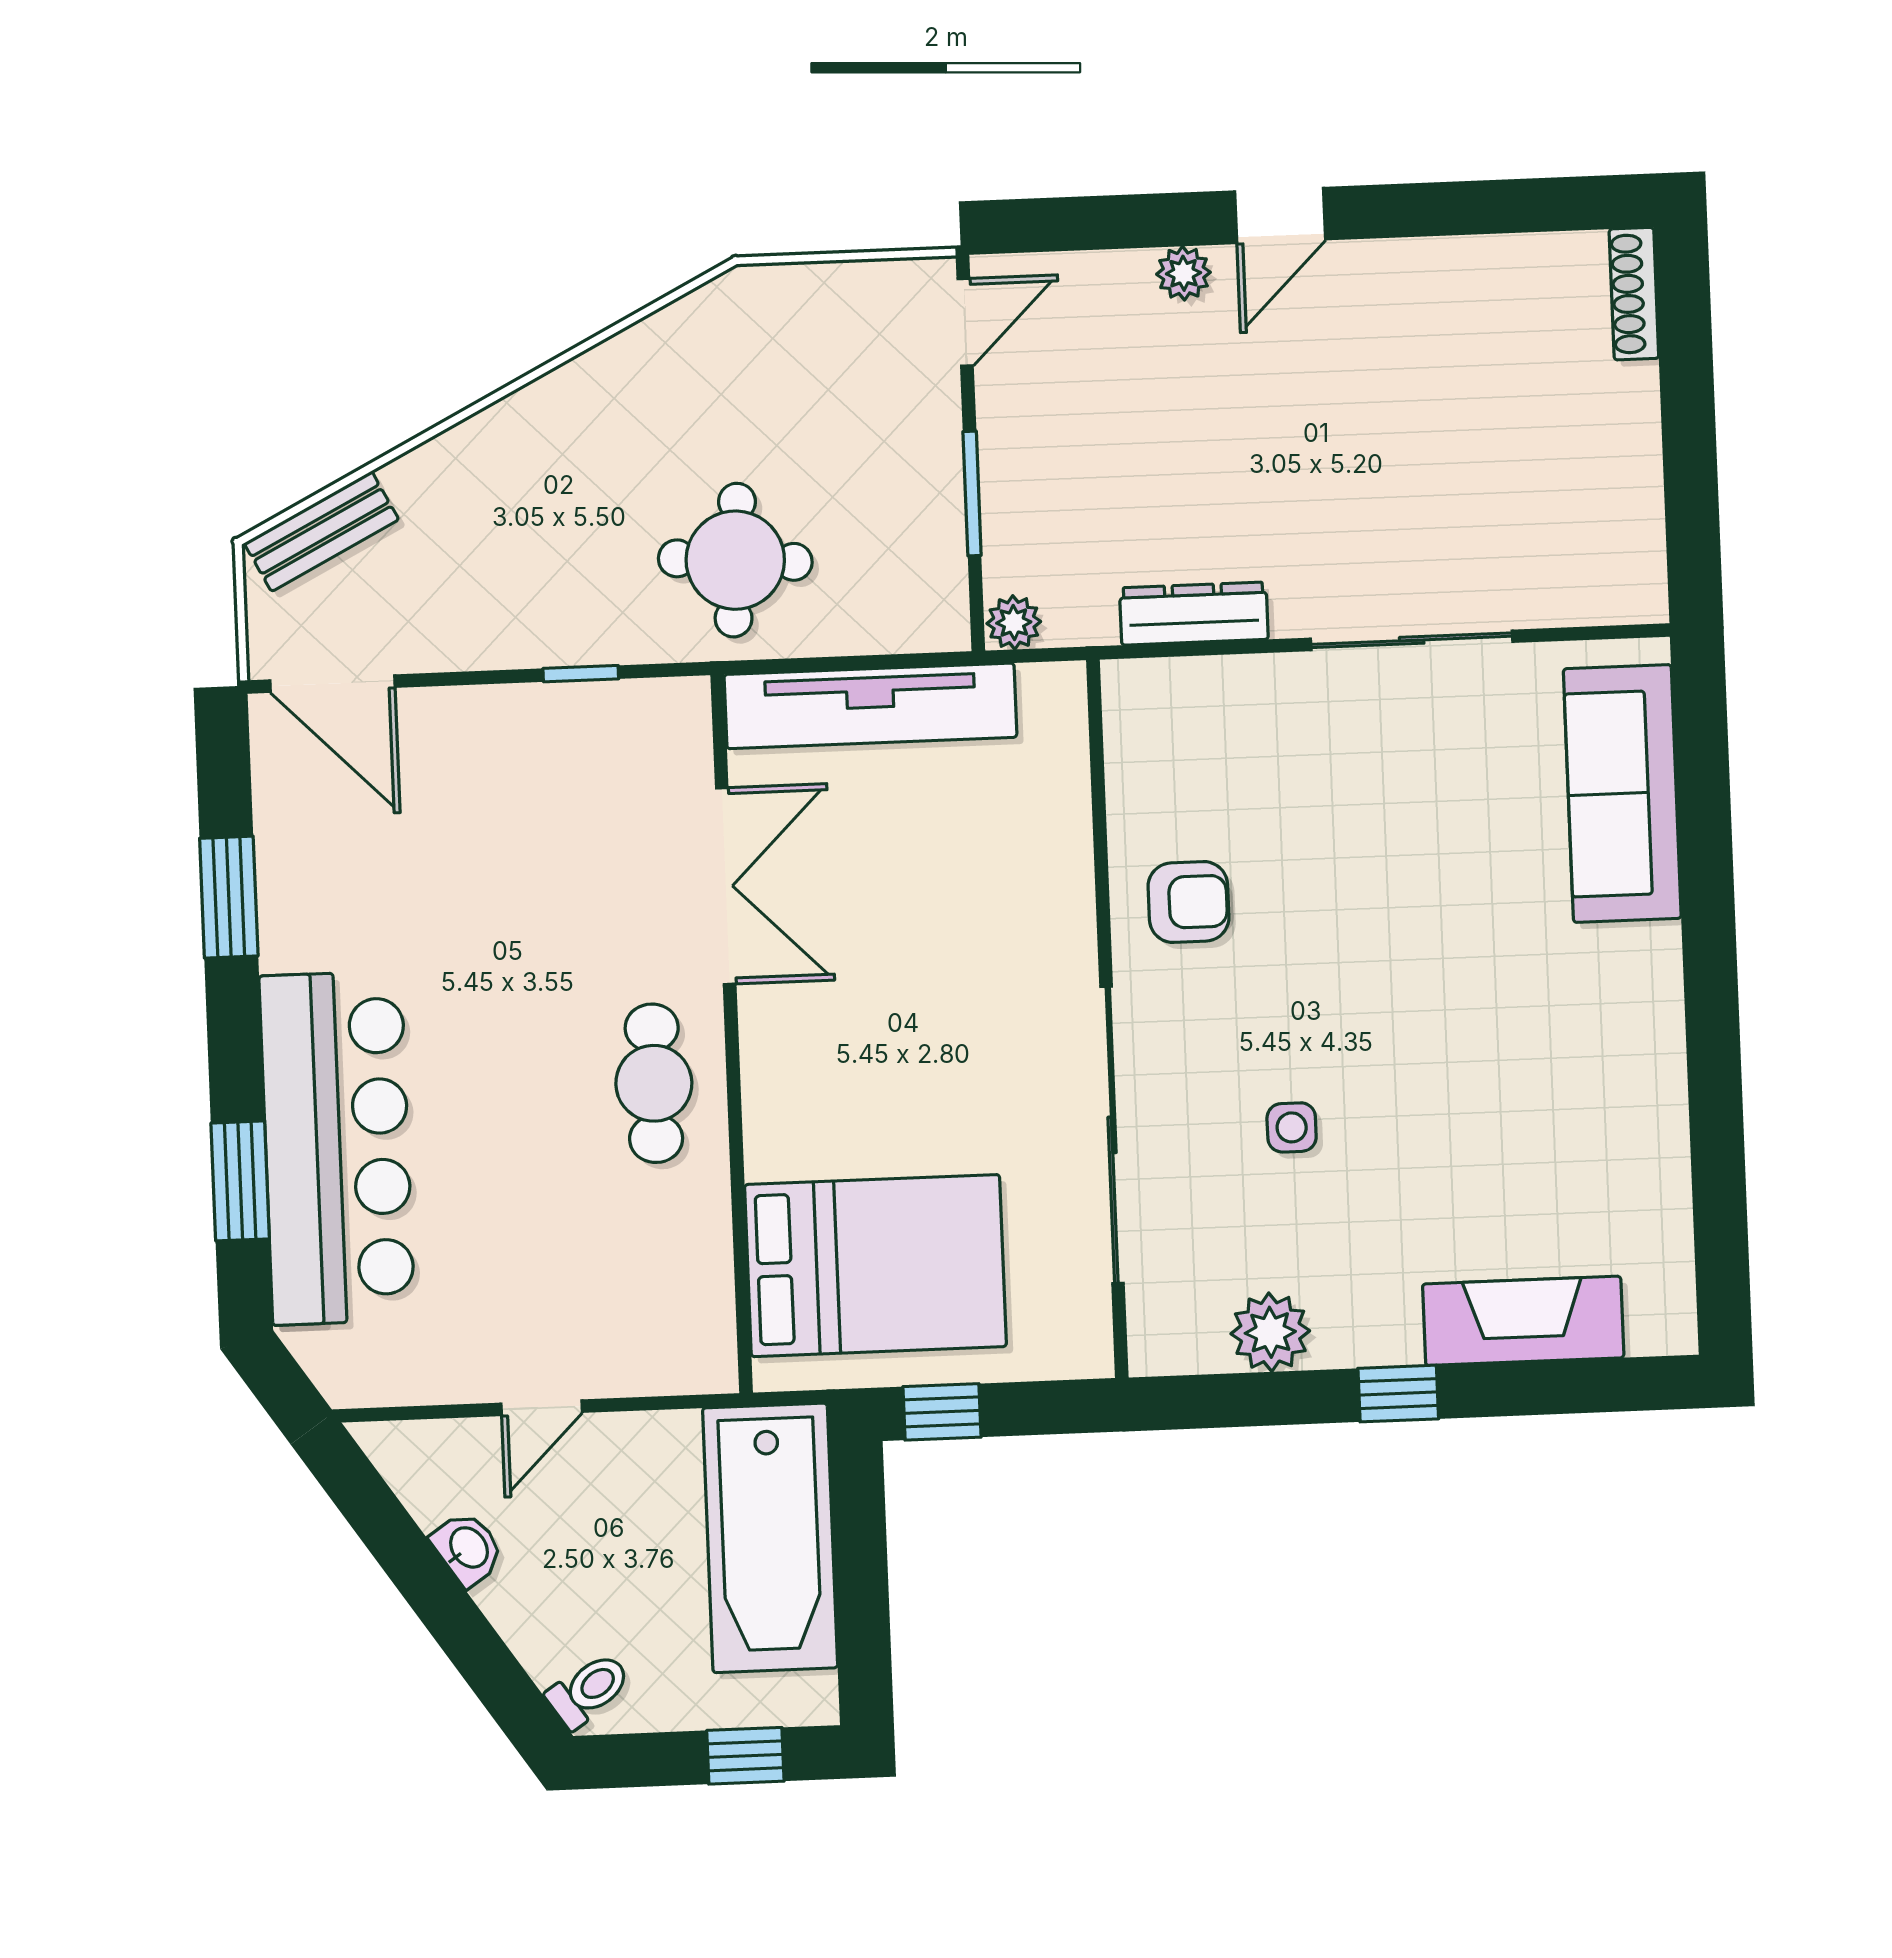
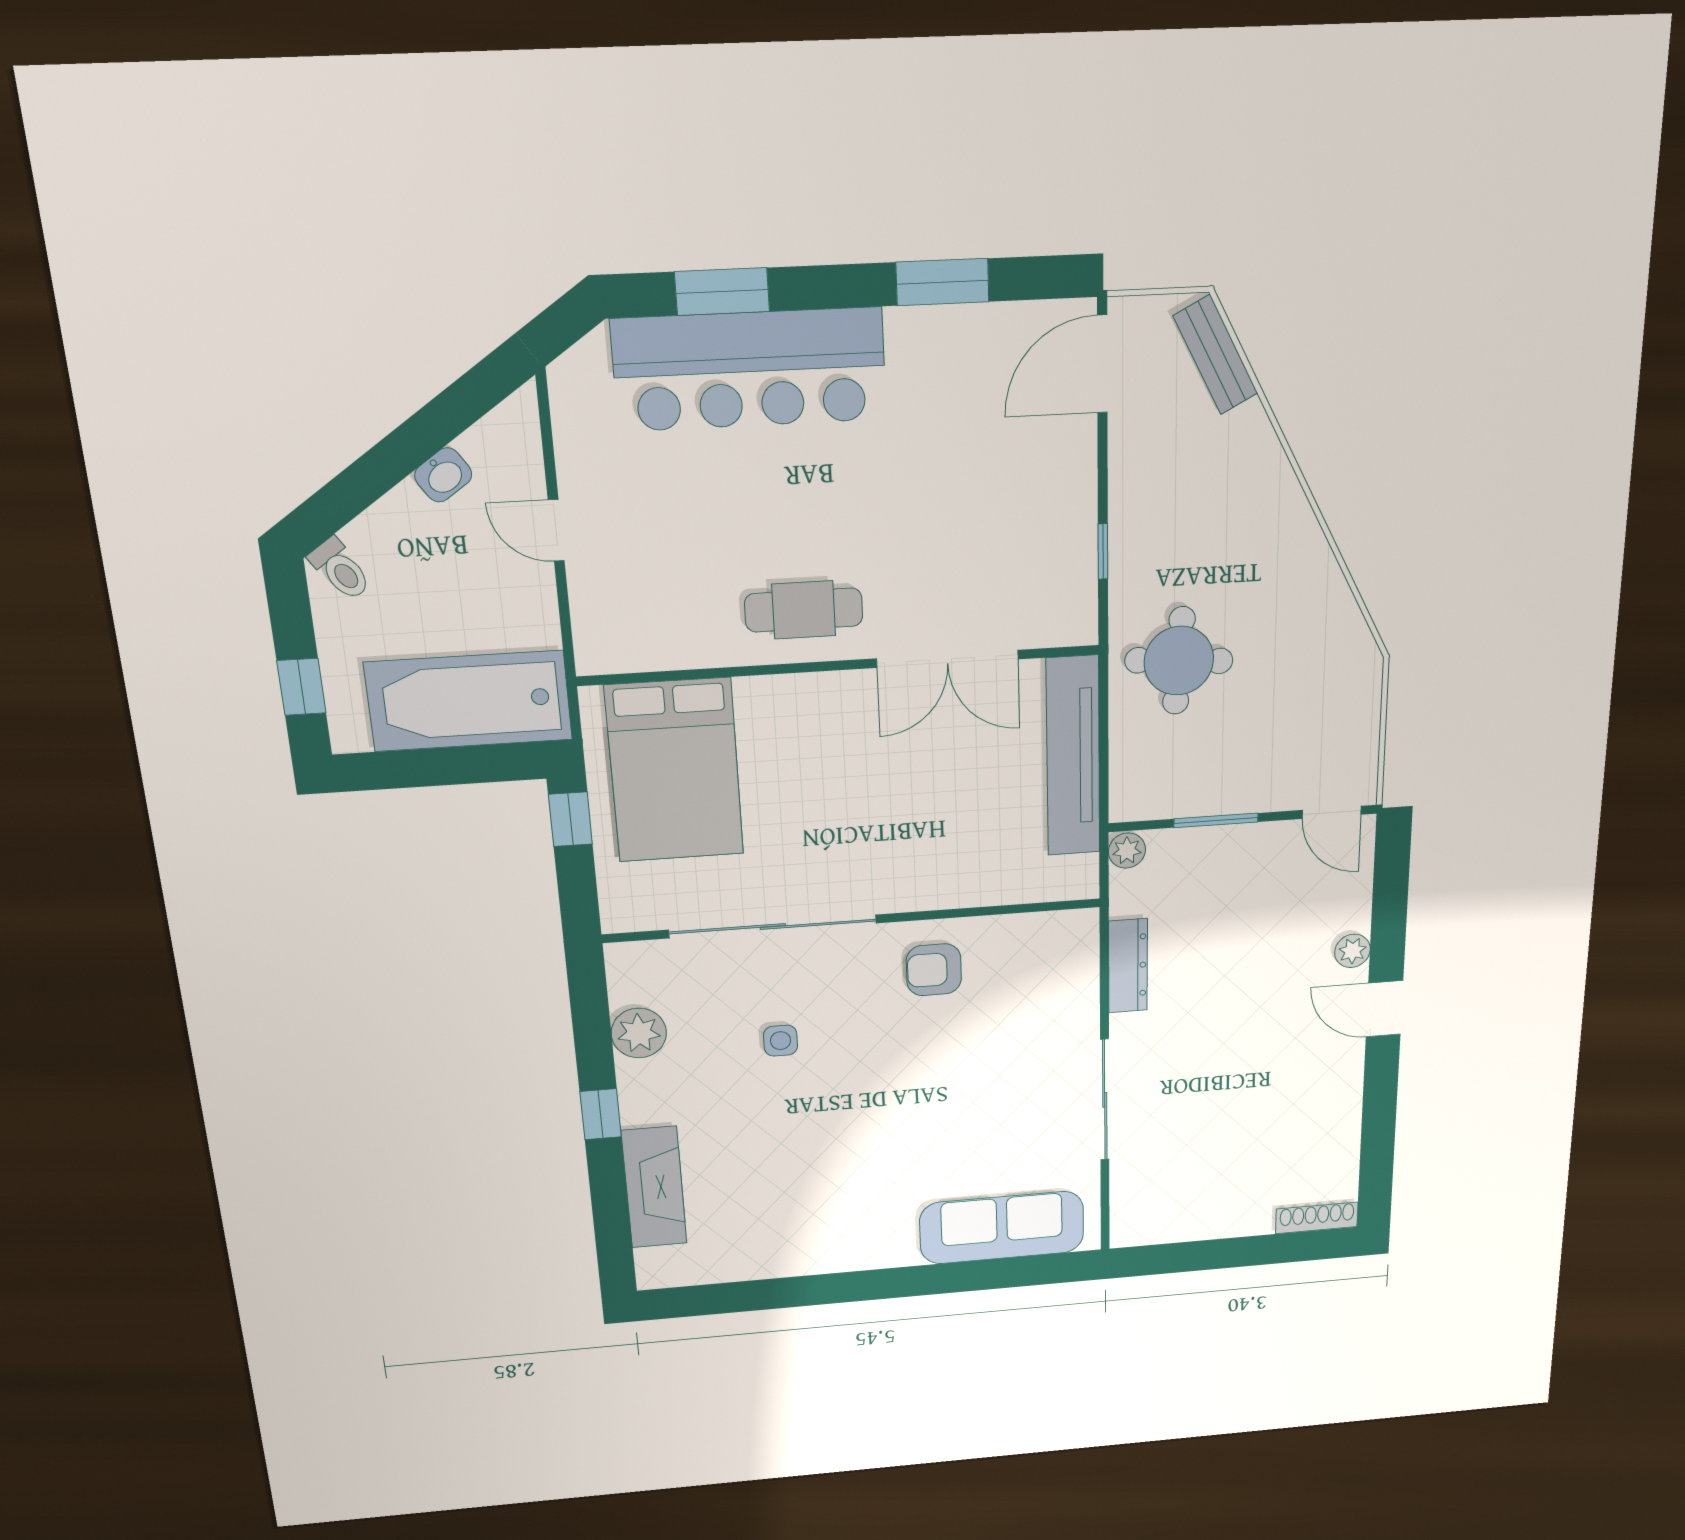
armchair: (1188, 902) -> (934, 970), turned 90

